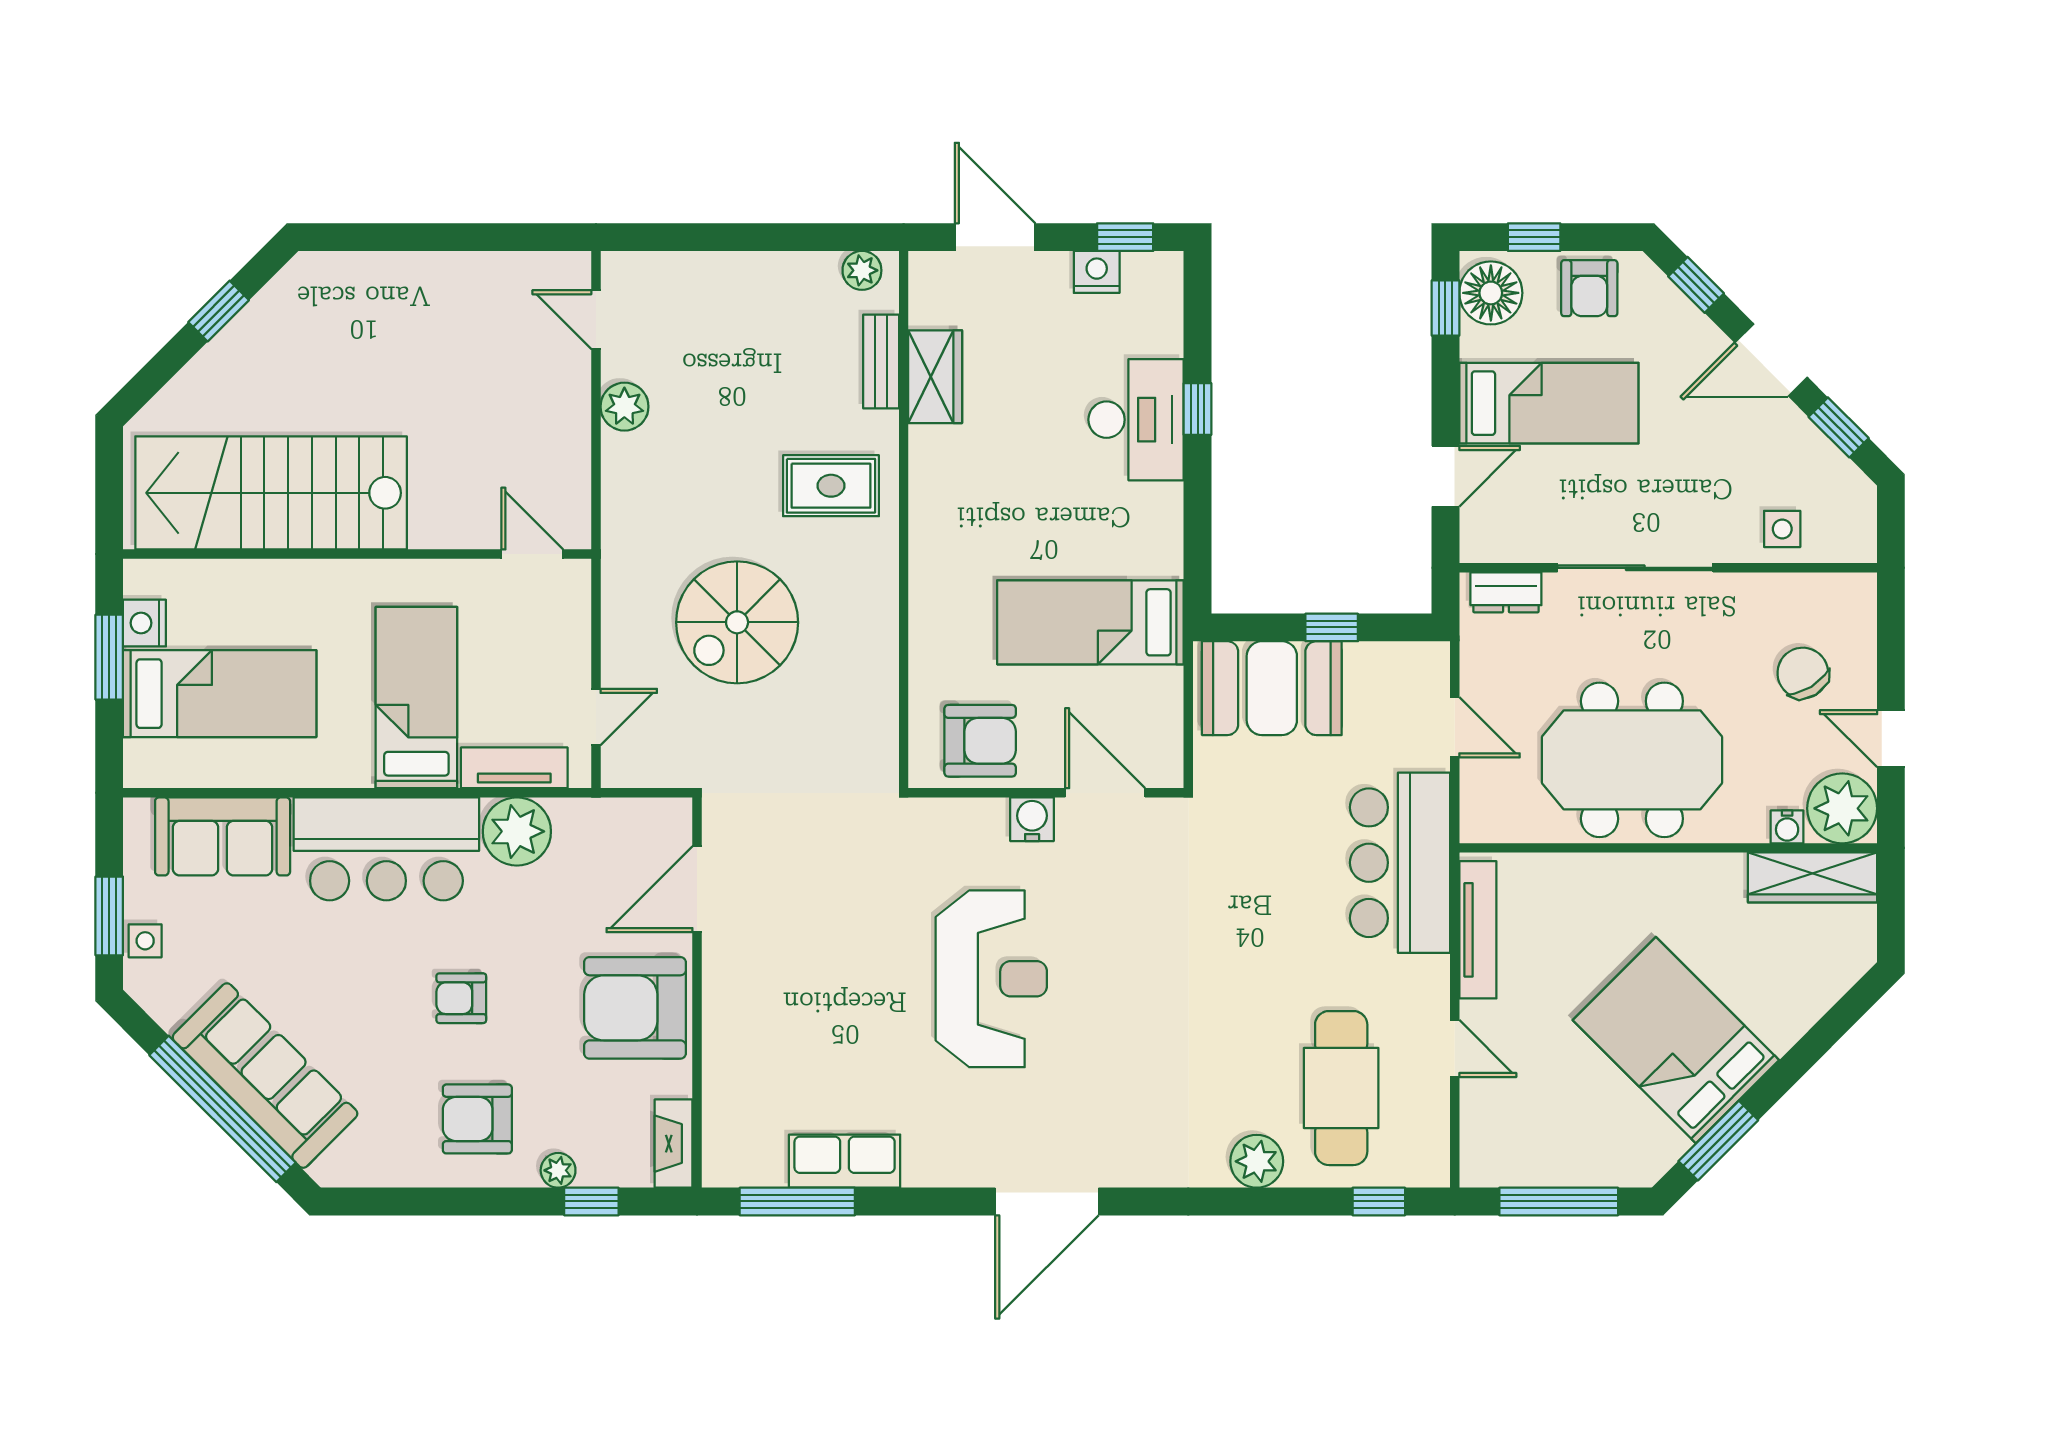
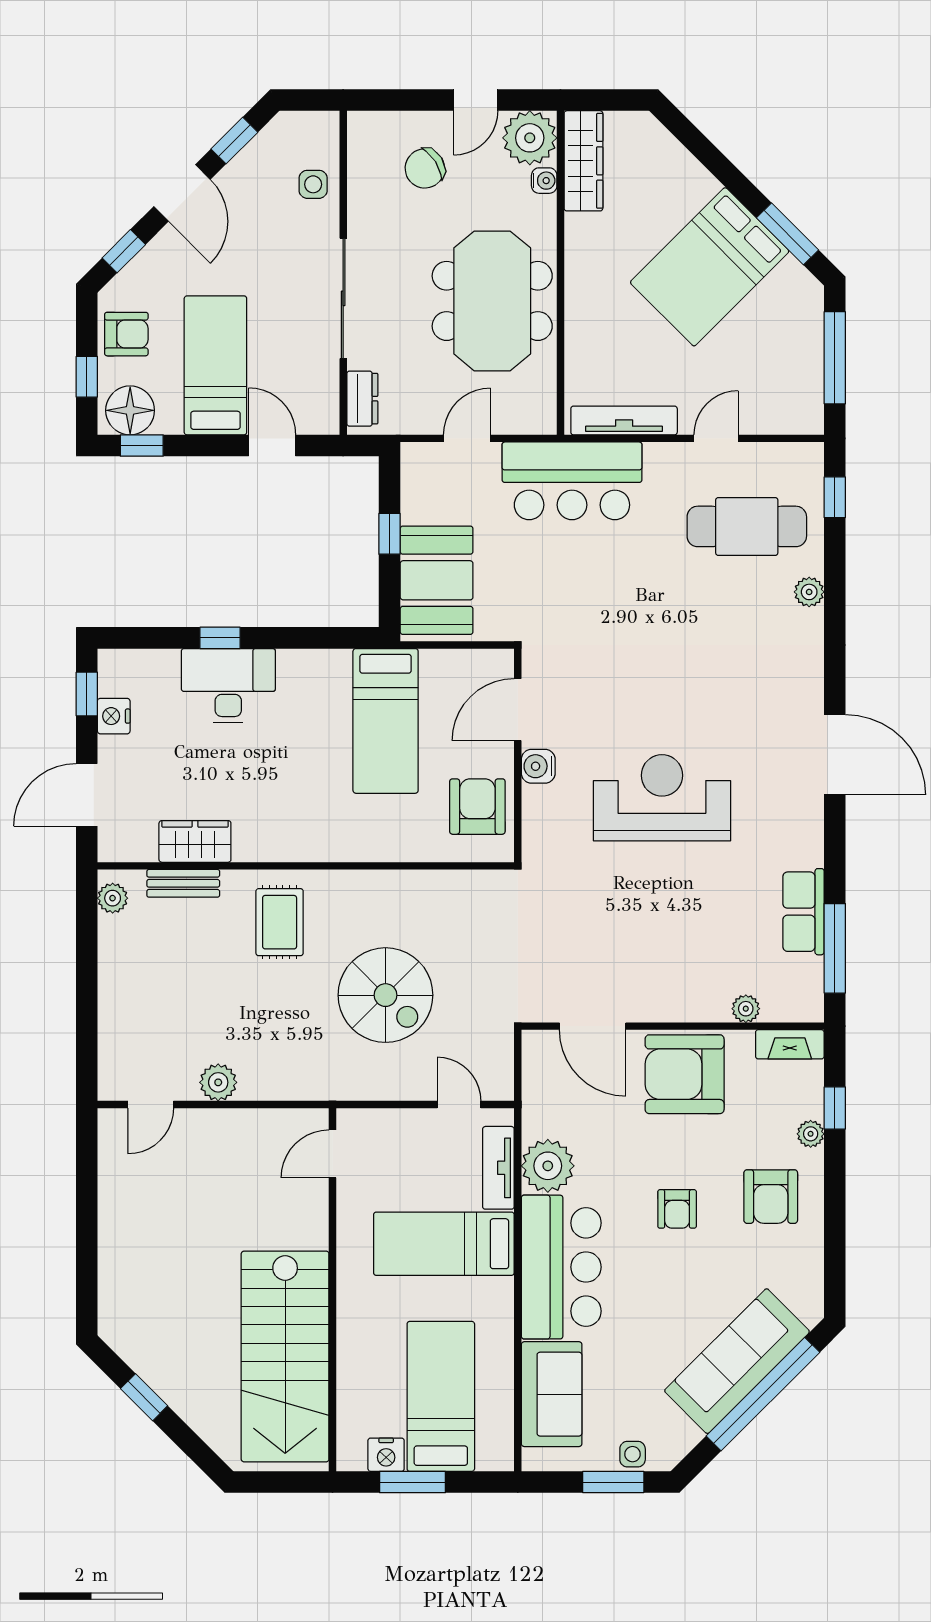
armchair: (635, 1008) -> (685, 1074), turned 90
plant: (719, 1087) -> (746, 1009), added
plant: (1257, 1161) -> (809, 592), width x0.73, depth x0.73

